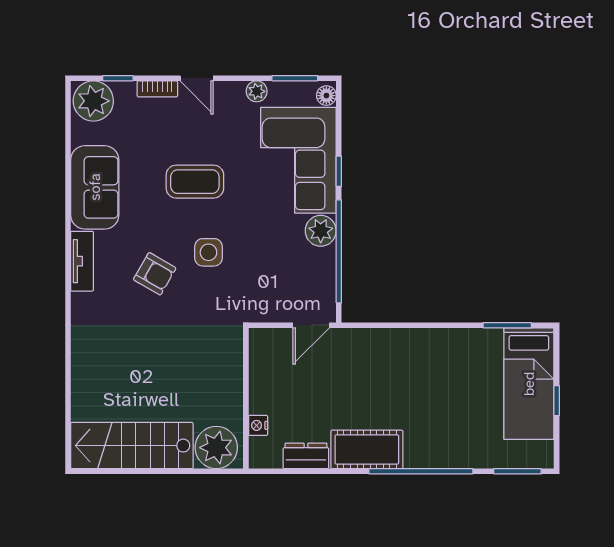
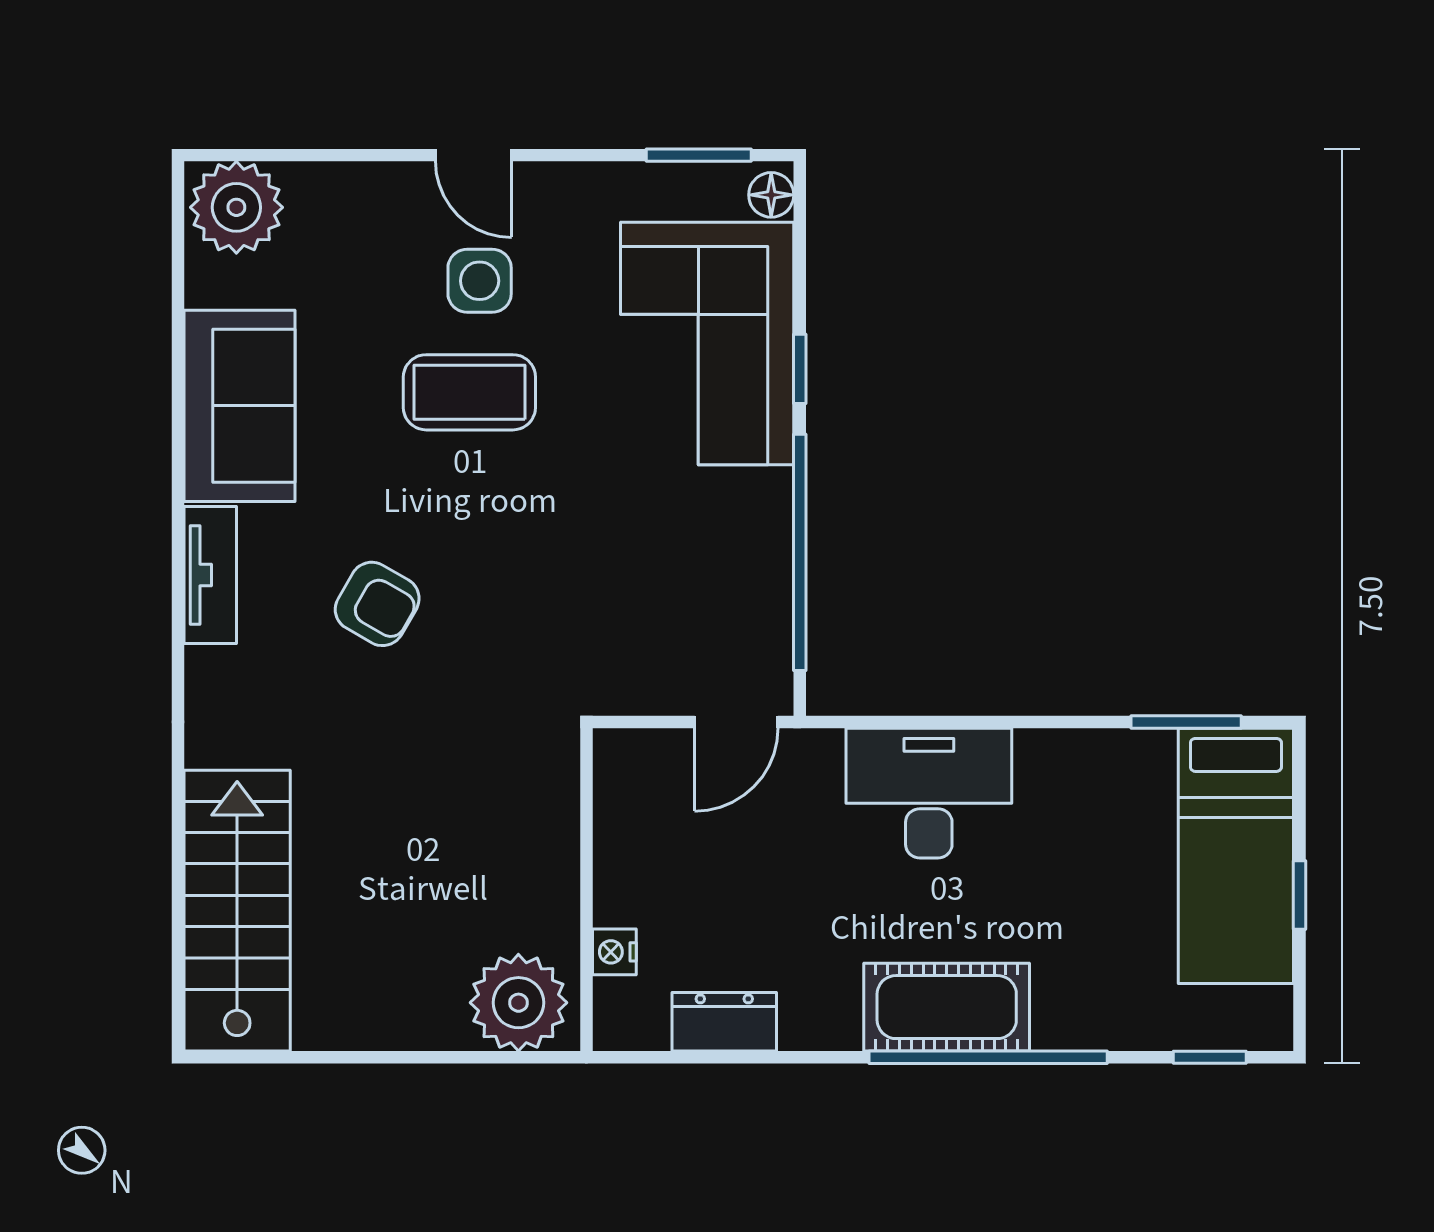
window: (118, 78) -> (293, 155), removed
bookcase: (157, 89) -> (383, 180), removed
plant: (257, 91) -> (611, 185), removed
plant: (321, 231) -> (758, 505), removed
side table: (208, 252) -> (480, 281), moved
desk: (395, 356) -> (929, 793), added
stairs: (132, 446) -> (237, 911), moved, turned 90
cot: (367, 449) -> (947, 1007), moved
window: (517, 471) -> (1210, 1057), width x0.67

